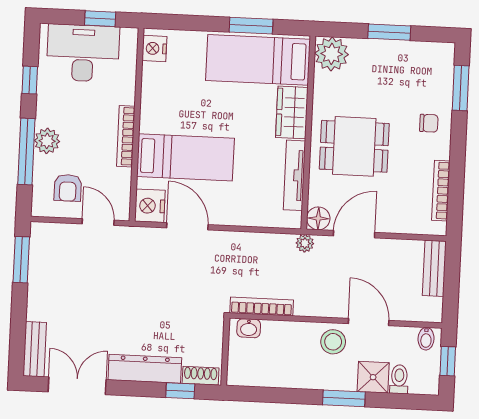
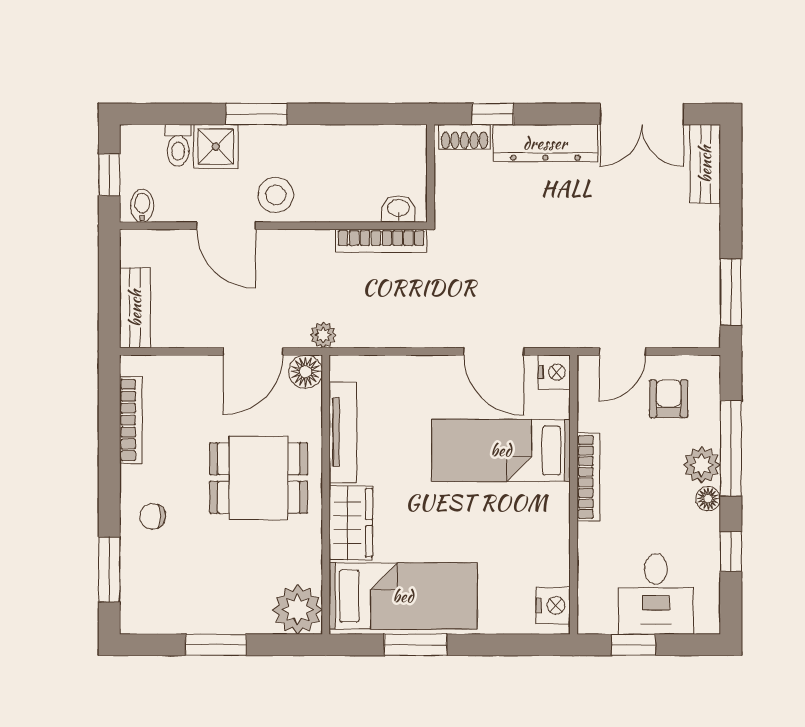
desk: (83, 53) -> (656, 594), width x0.73
floor lamp: (44, 117) -> (708, 499), added
nightstand: (150, 206) -> (554, 372), width x0.74, depth x0.75
door: (98, 222) -> (622, 351), hinge flipped

